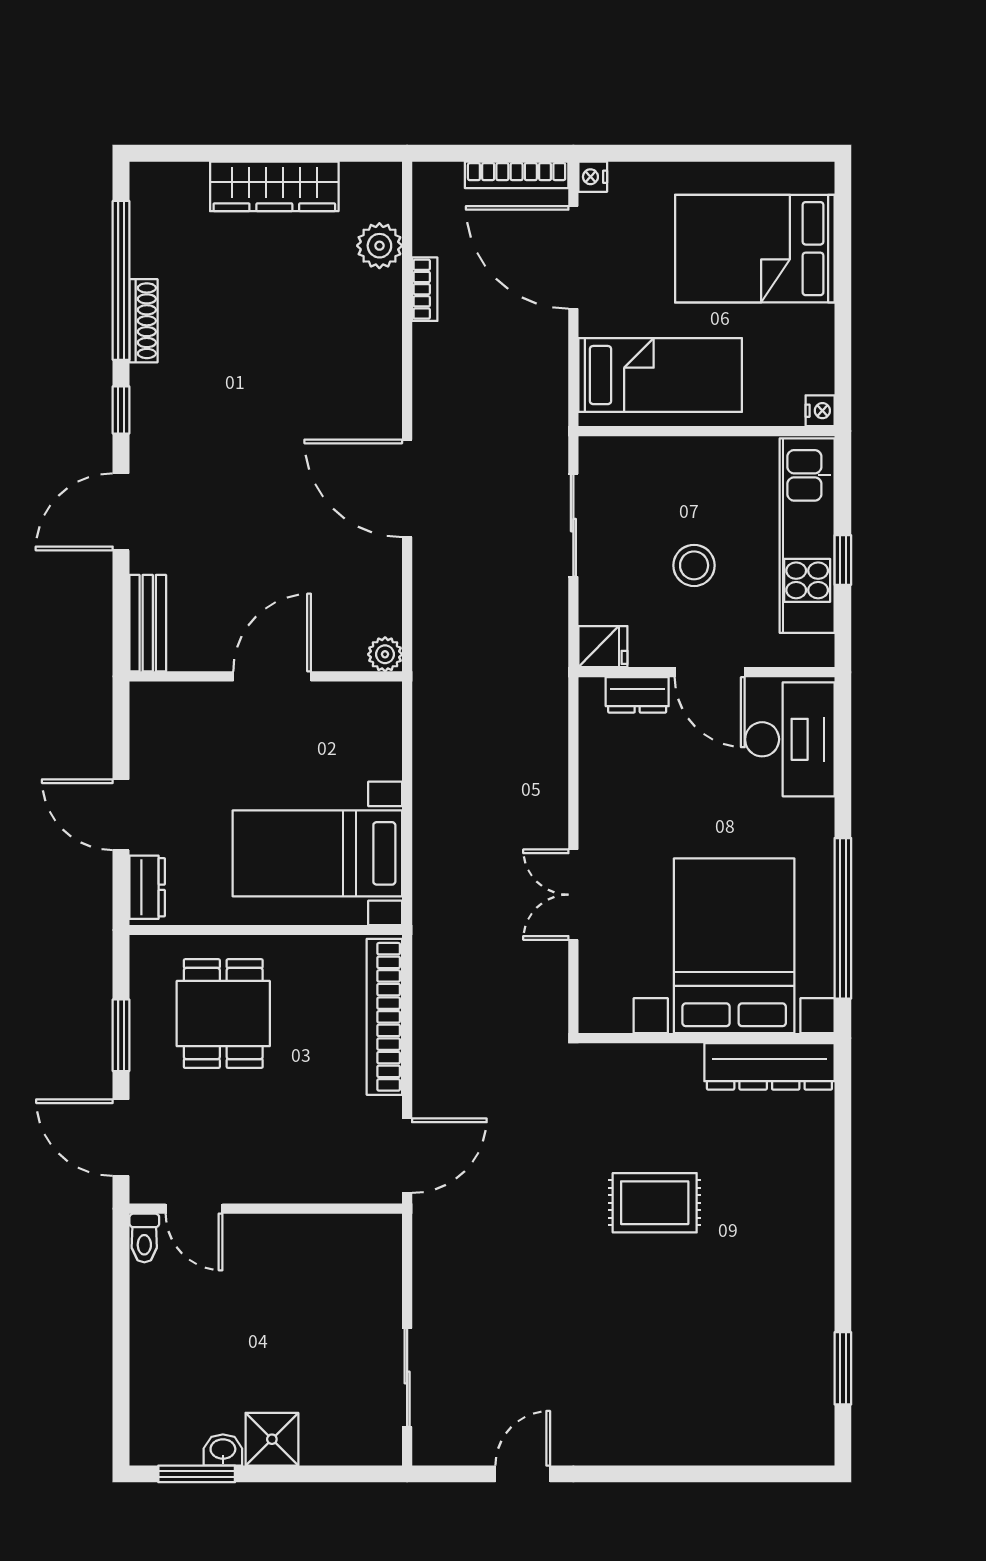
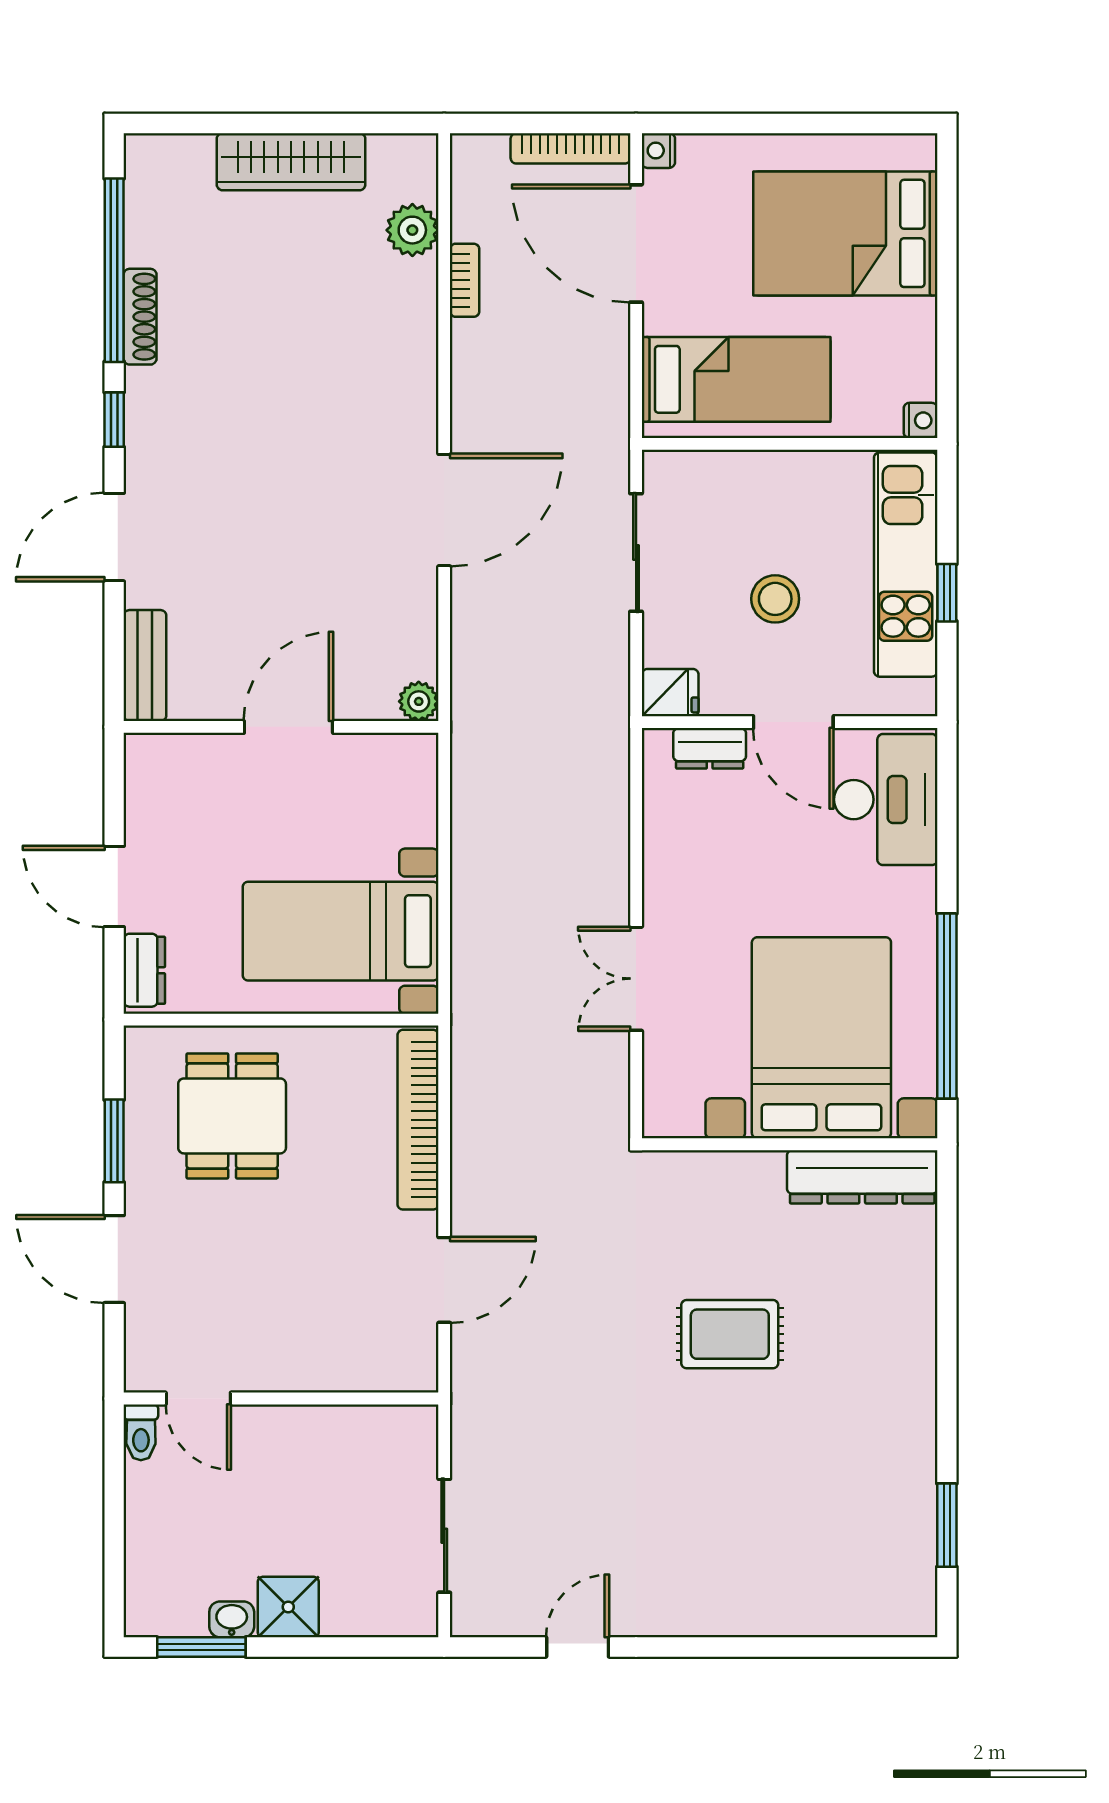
door: (407, 488) -> (444, 510), swing flipped
door: (194, 1209) -> (198, 1398), moved
wall: (266, 1209) -> (281, 1398), moved
toilet: (144, 1238) -> (141, 1432), moved

